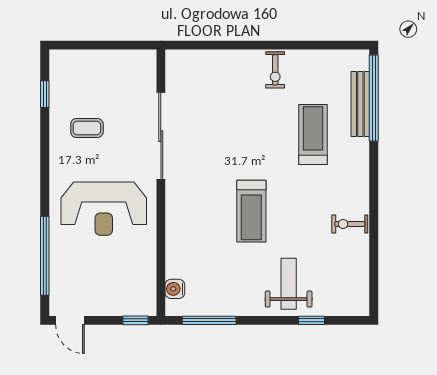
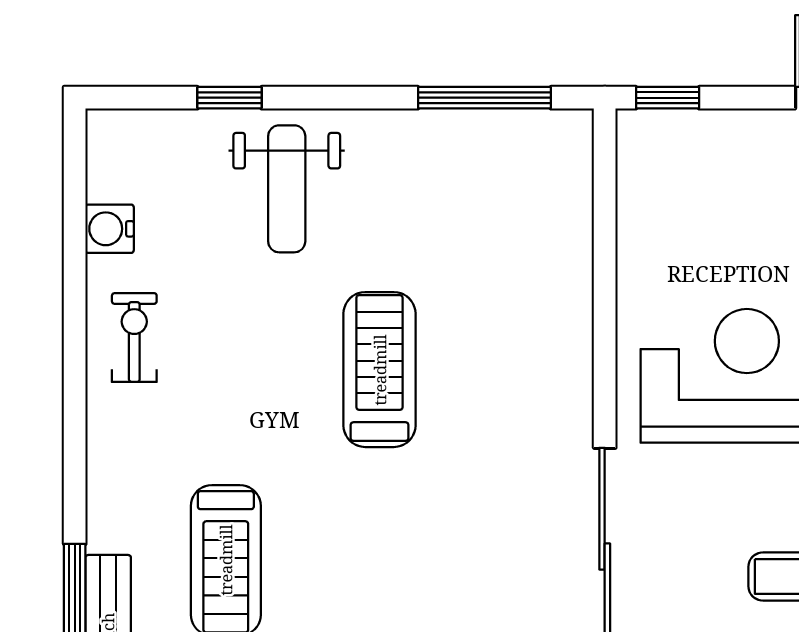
exercise bike: (350, 224) -> (134, 338), turned -90
water cooler: (175, 289) -> (110, 229), moved, turned 180

